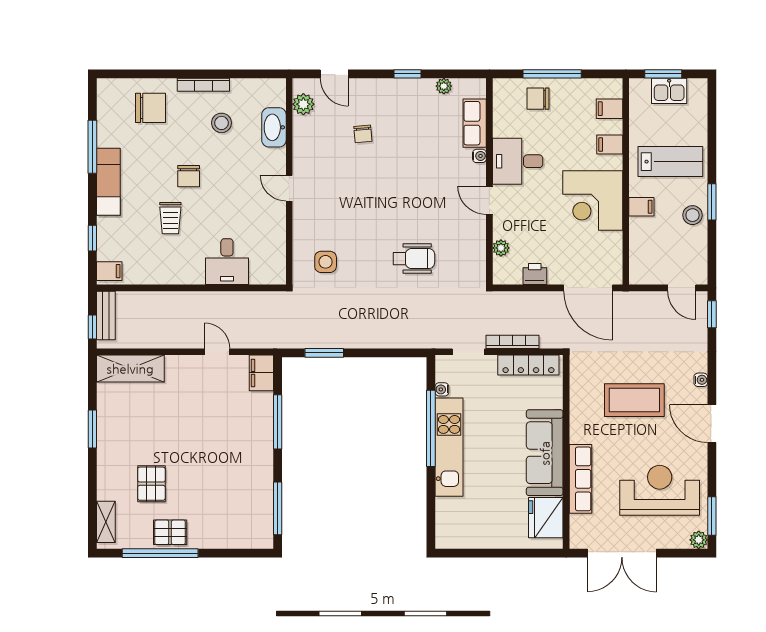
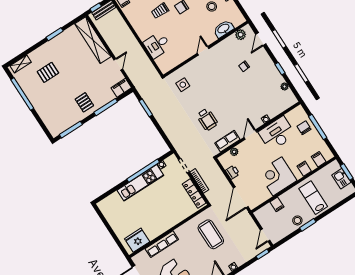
row of seats: (475, 123) -> (227, 141), moved
desk: (518, 161) -> (277, 134), width x1.37
lab bench: (670, 162) -> (313, 198), turned 180
filing cabinet: (641, 207) -> (277, 204), moved
shelving: (130, 369) -> (93, 40), width x1.47
coffee table: (634, 400) -> (211, 234), moved
sofa: (545, 453) -> (163, 223), removed
pallet: (170, 532) -> (84, 102), moved

